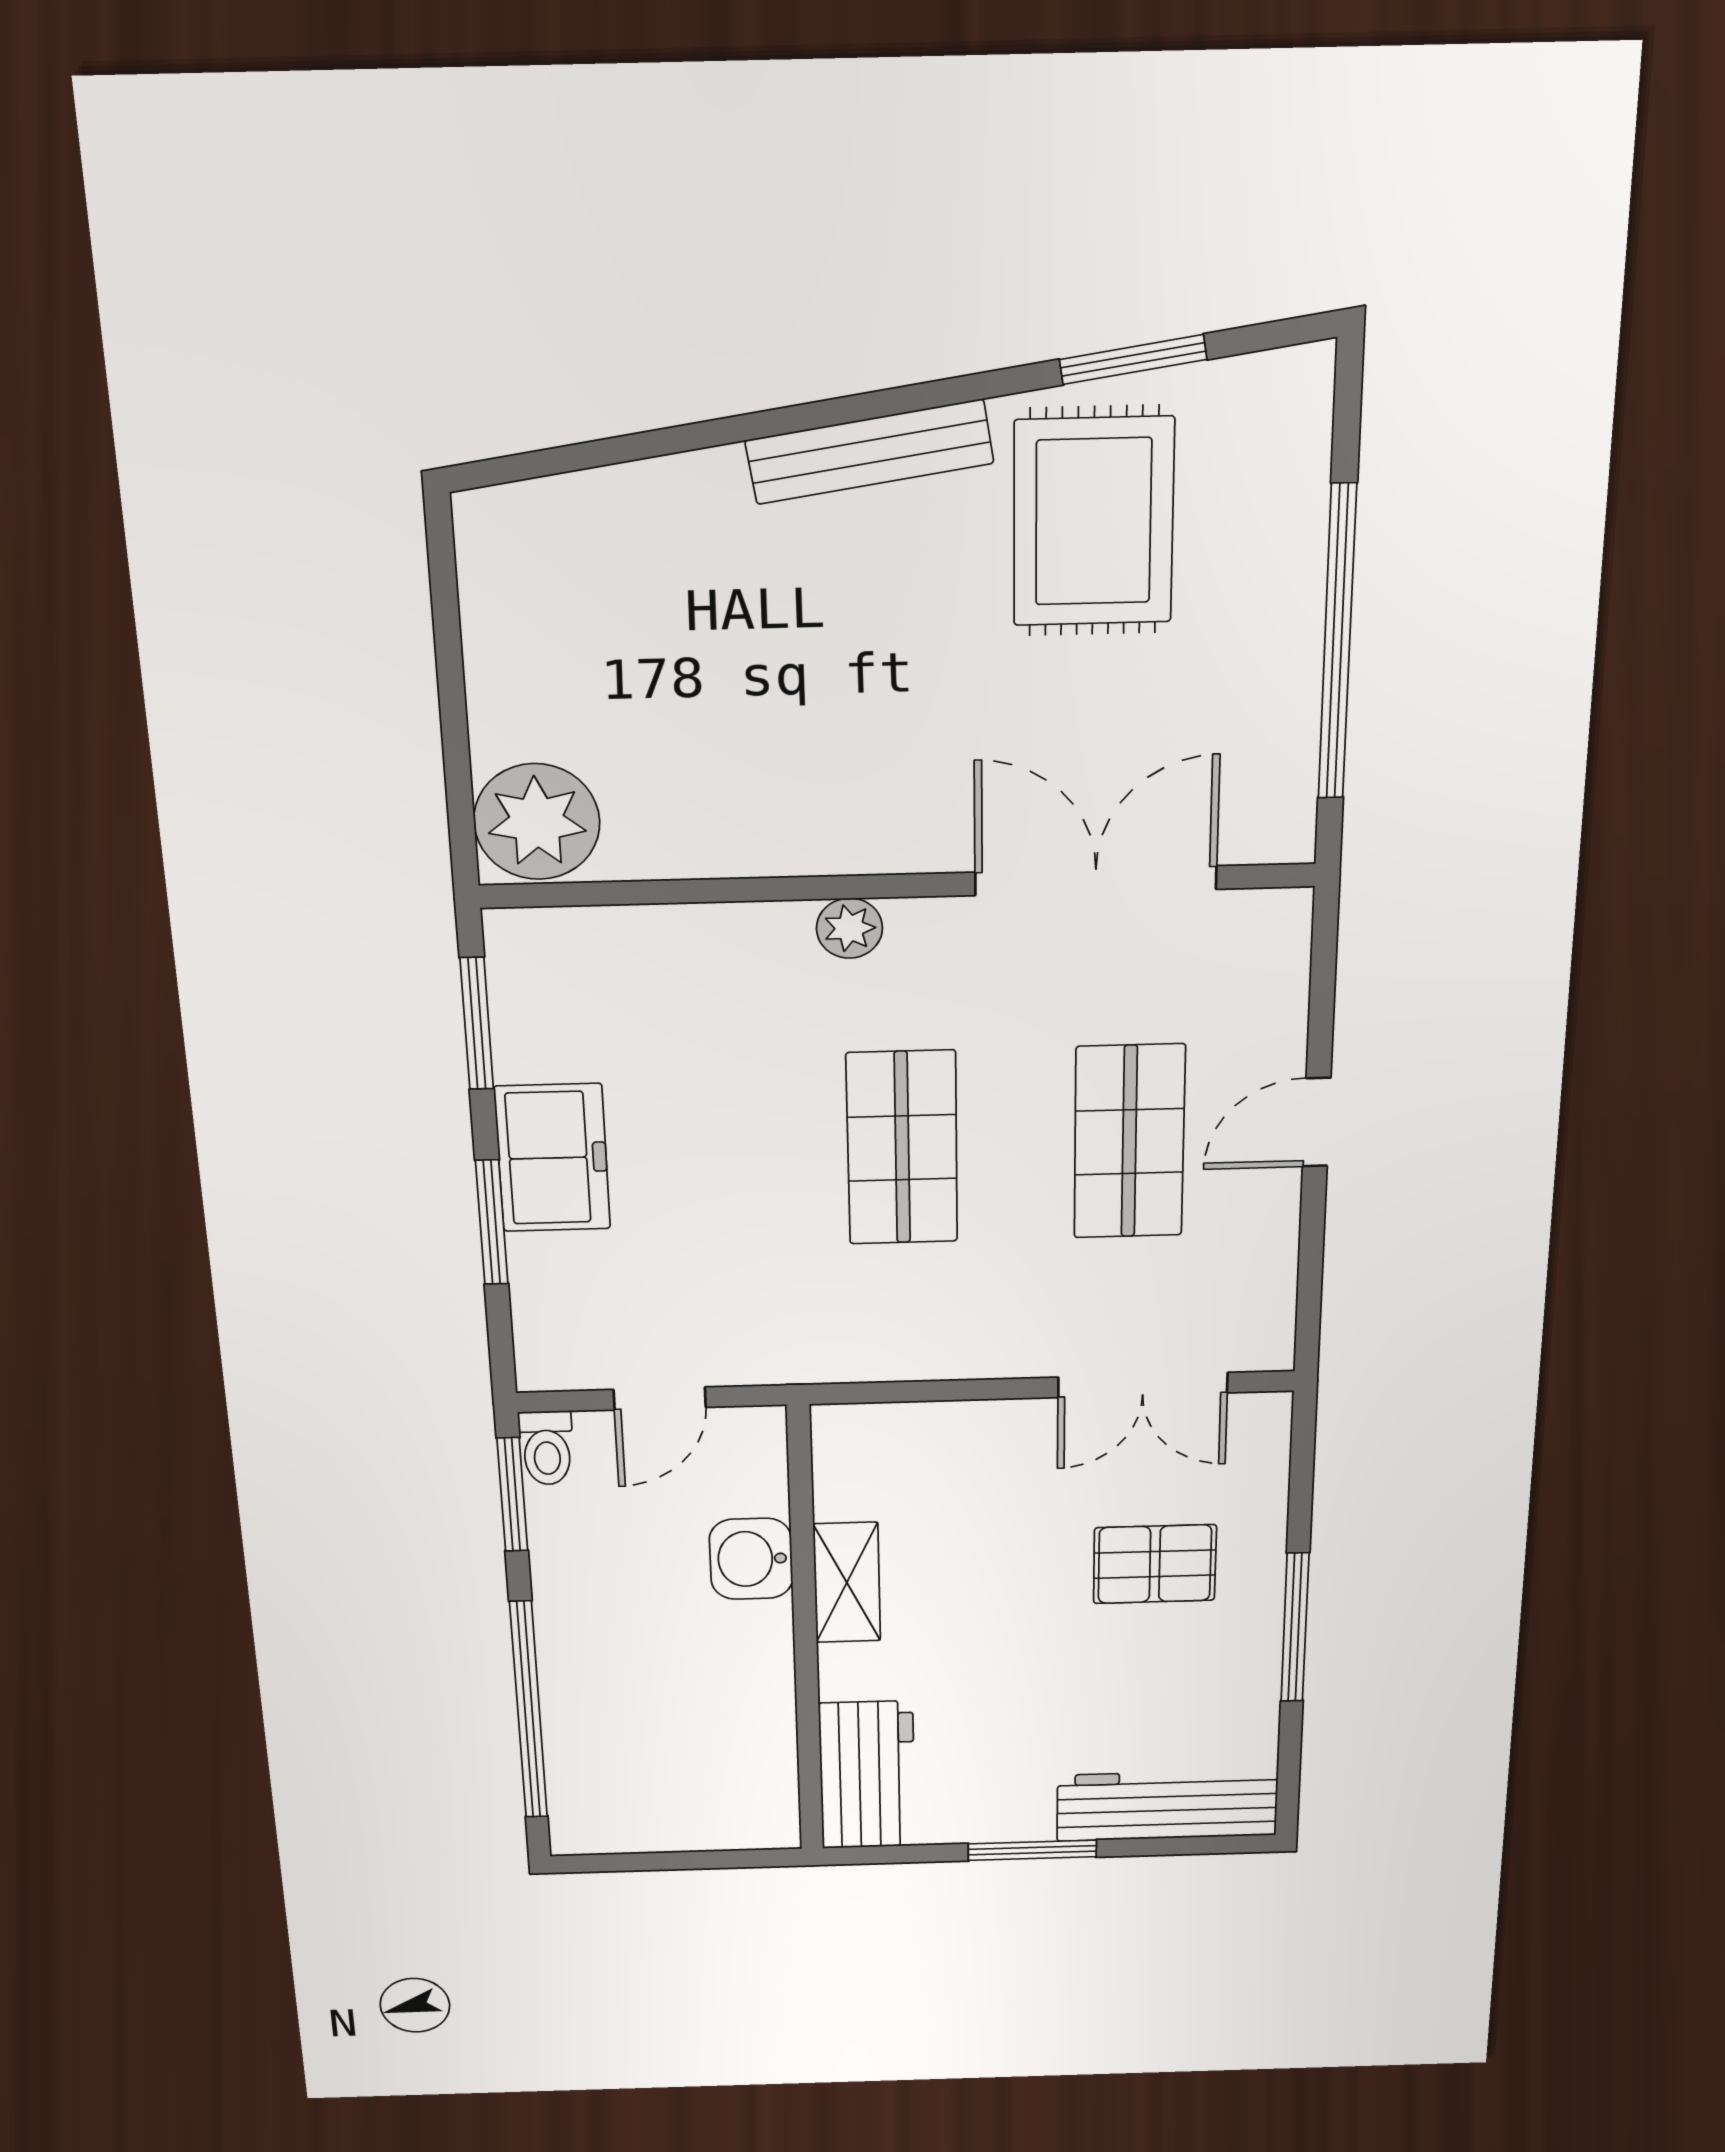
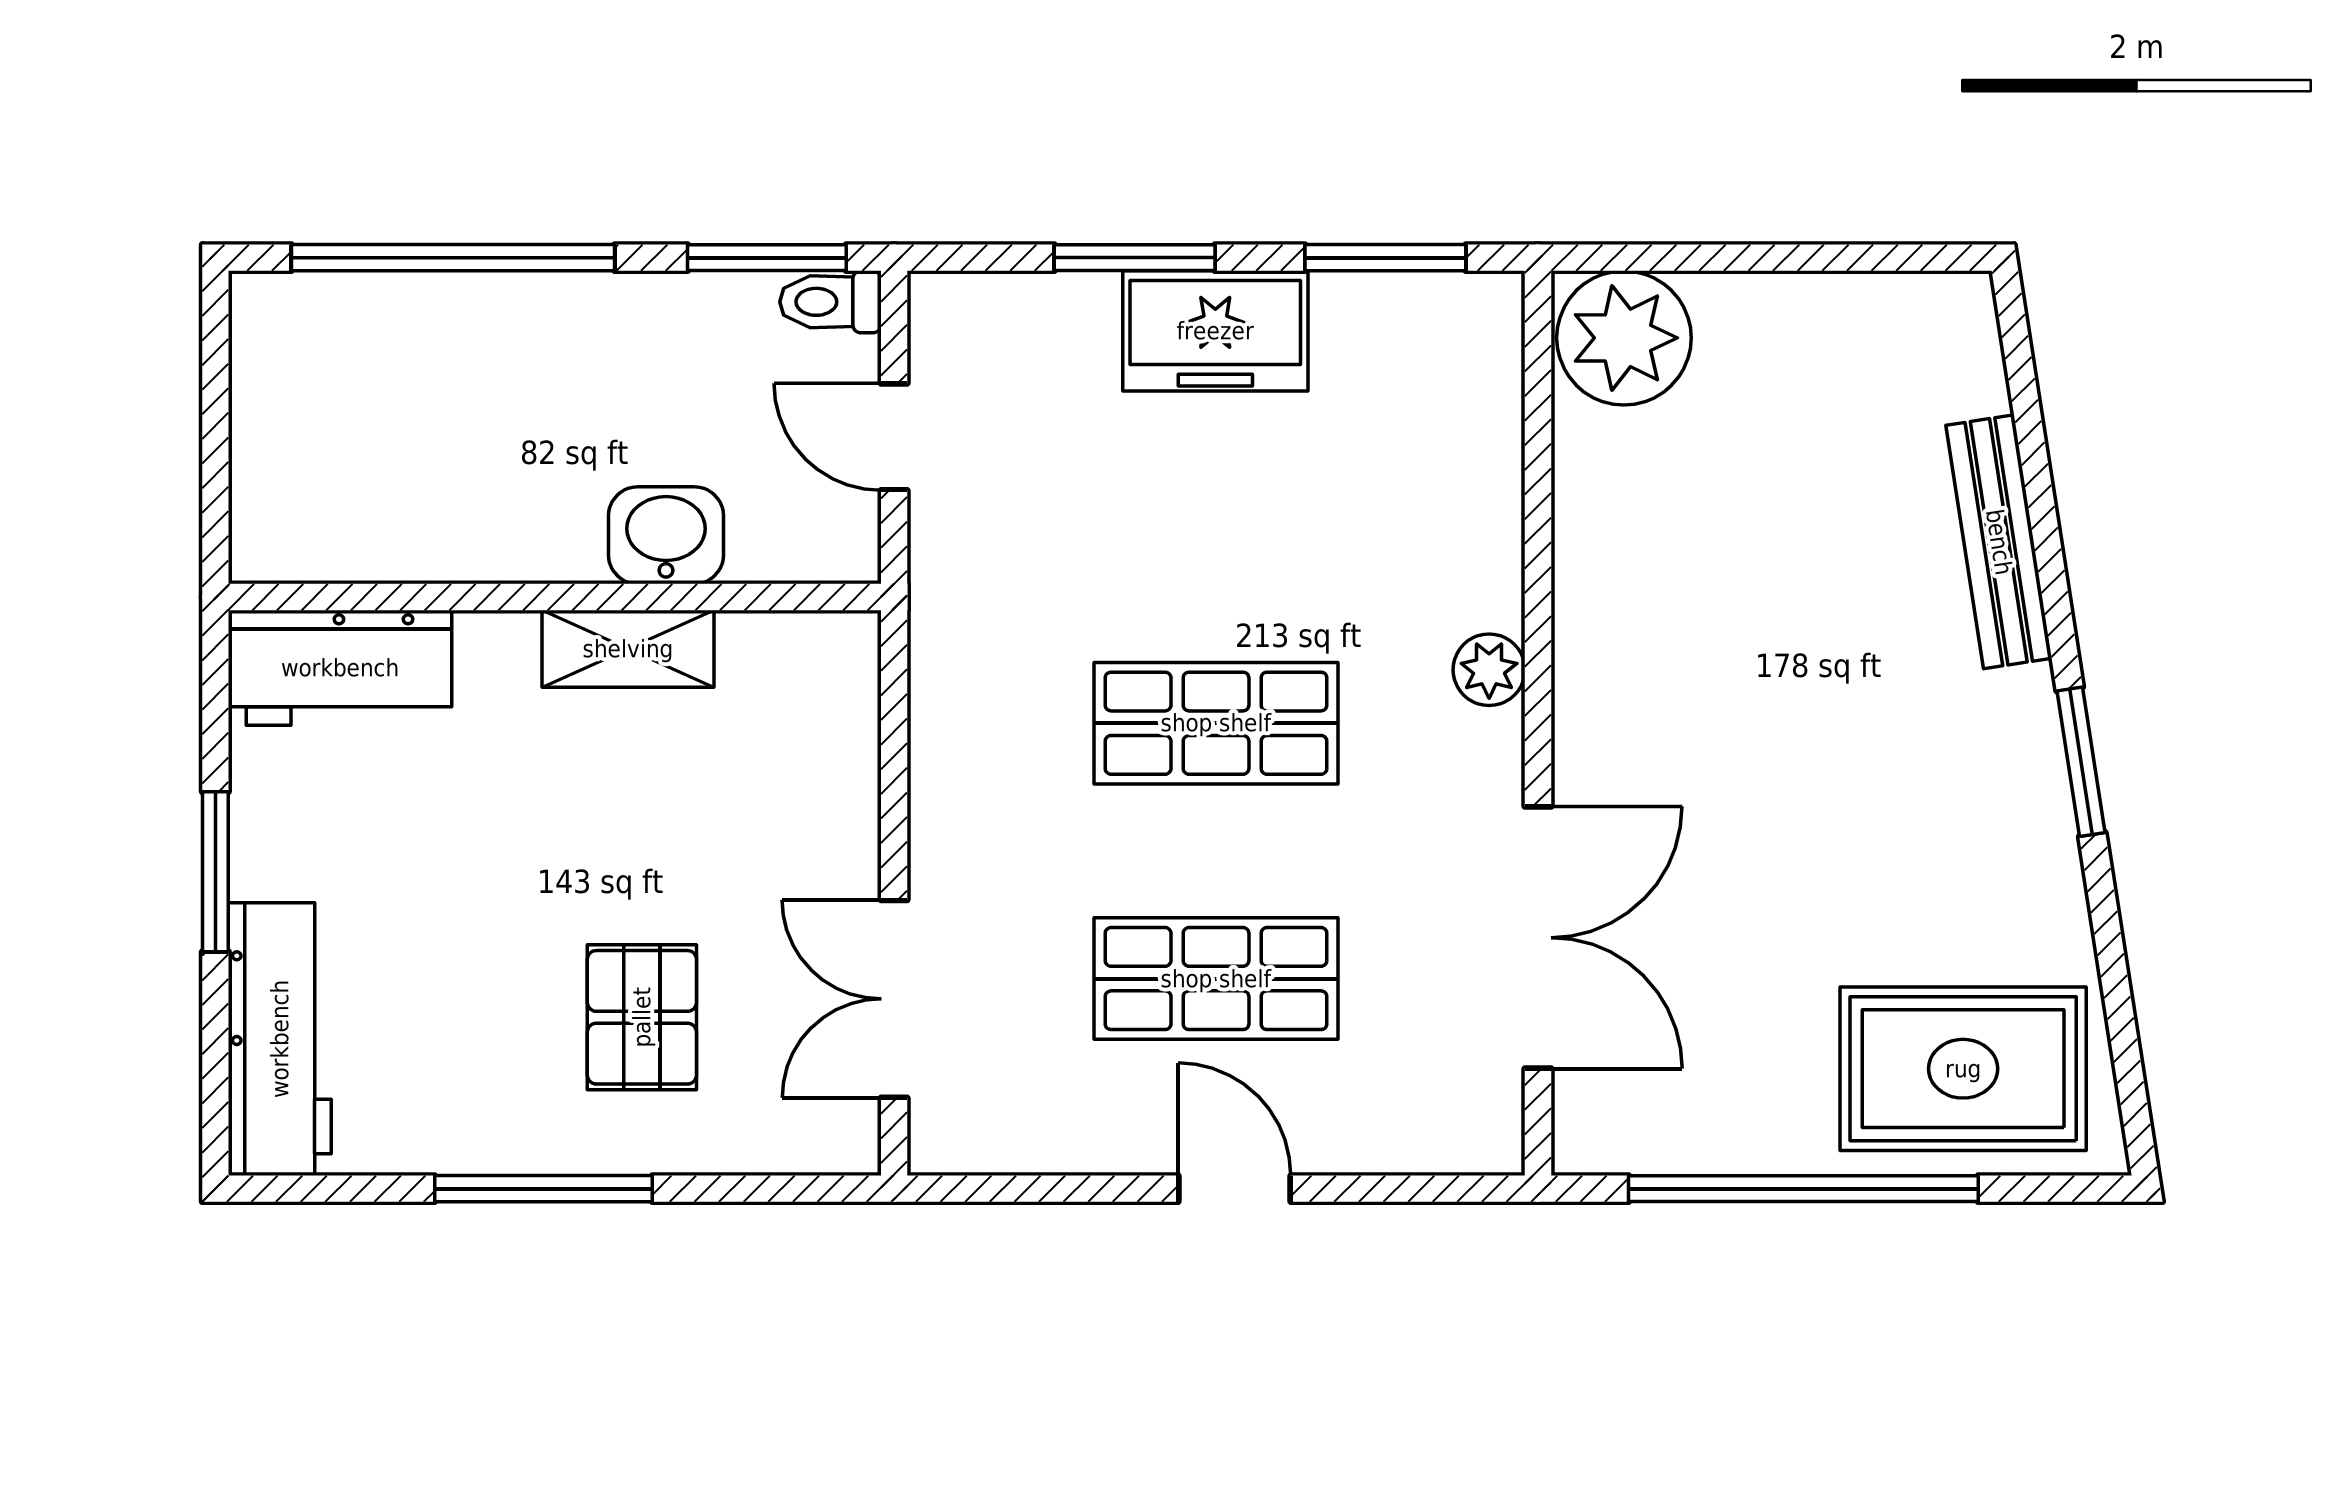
window: (1133, 359) -> (2081, 762), moved
bench: (869, 452) -> (1999, 542), moved
rug: (1093, 522) -> (1963, 1069), moved

